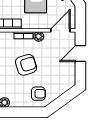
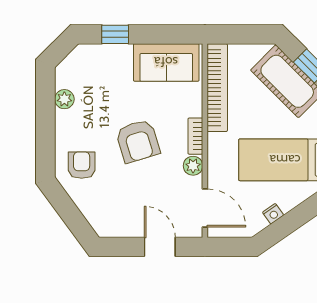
armchair: (38, 94) -> (82, 165), turned 180

